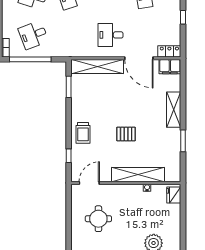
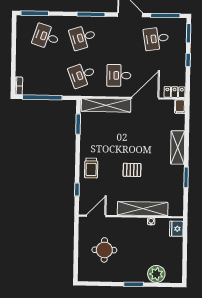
desk: (33, 35) -> (82, 75), moved
door: (139, 58) -> (145, 98), swing flipped
filing cabinet: (170, 67) -> (180, 107), width x0.50

